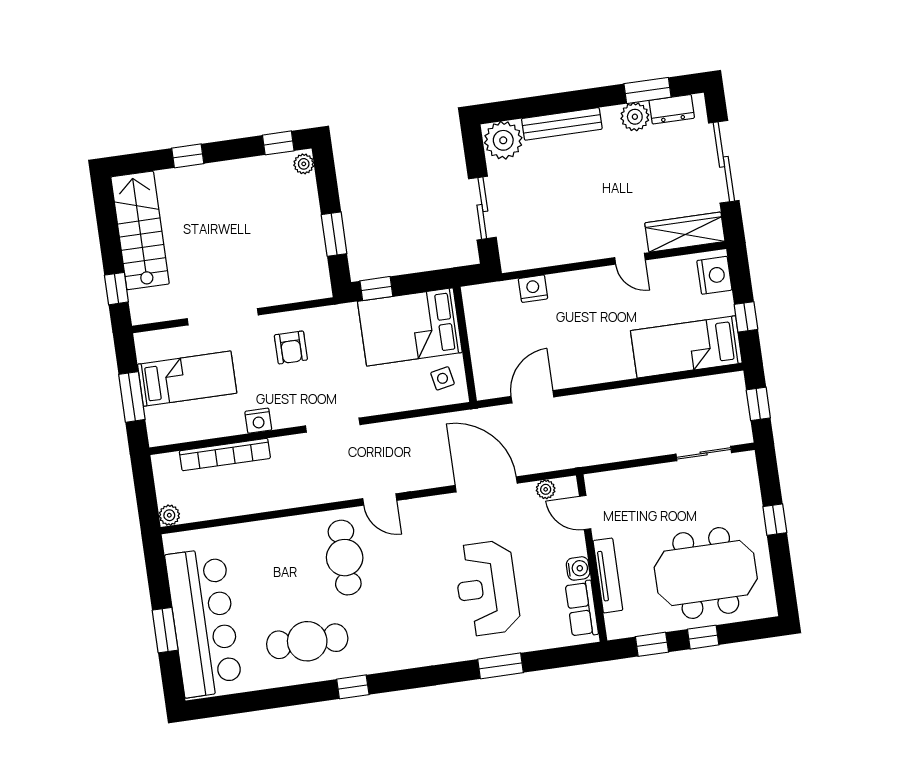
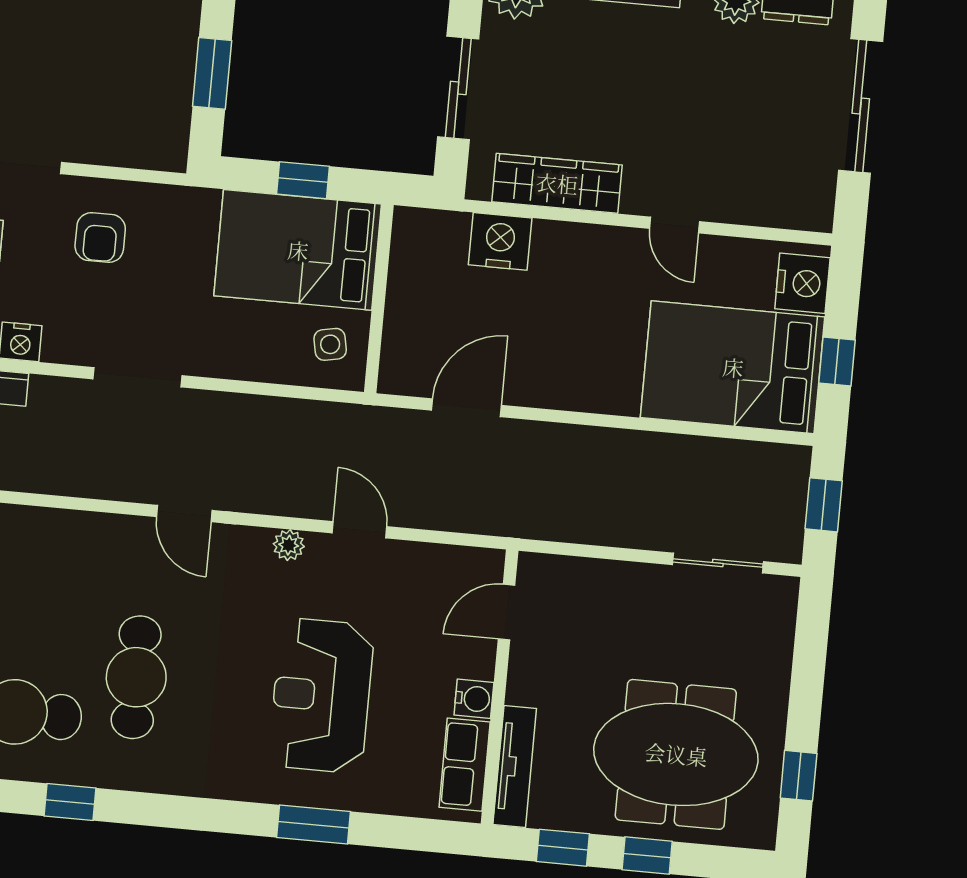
wardrobe: (685, 232) -> (557, 183), moved
window: (376, 289) -> (303, 180), moved
nightstand: (533, 289) -> (500, 241), width x1.36, depth x1.33
bed: (686, 347) -> (733, 367), width x1.50
door: (486, 484) -> (359, 530), width x0.53
plant: (546, 489) -> (289, 545), moved
door: (585, 512) -> (506, 612), hinge flipped
window: (775, 520) -> (799, 776), moved
cafe table: (345, 558) -> (136, 677), moved
tv unit: (608, 575) -> (515, 767), moved

